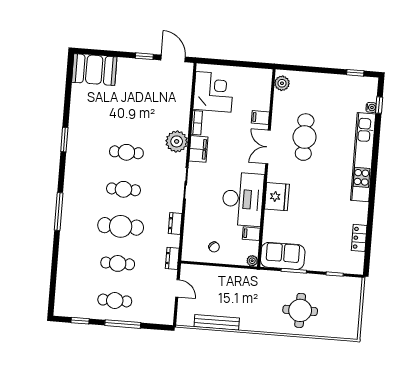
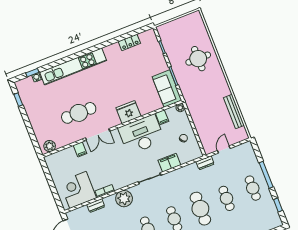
filing cabinet: (198, 149) -> (169, 163), moved
dresser: (175, 224) -> (96, 206), moved

